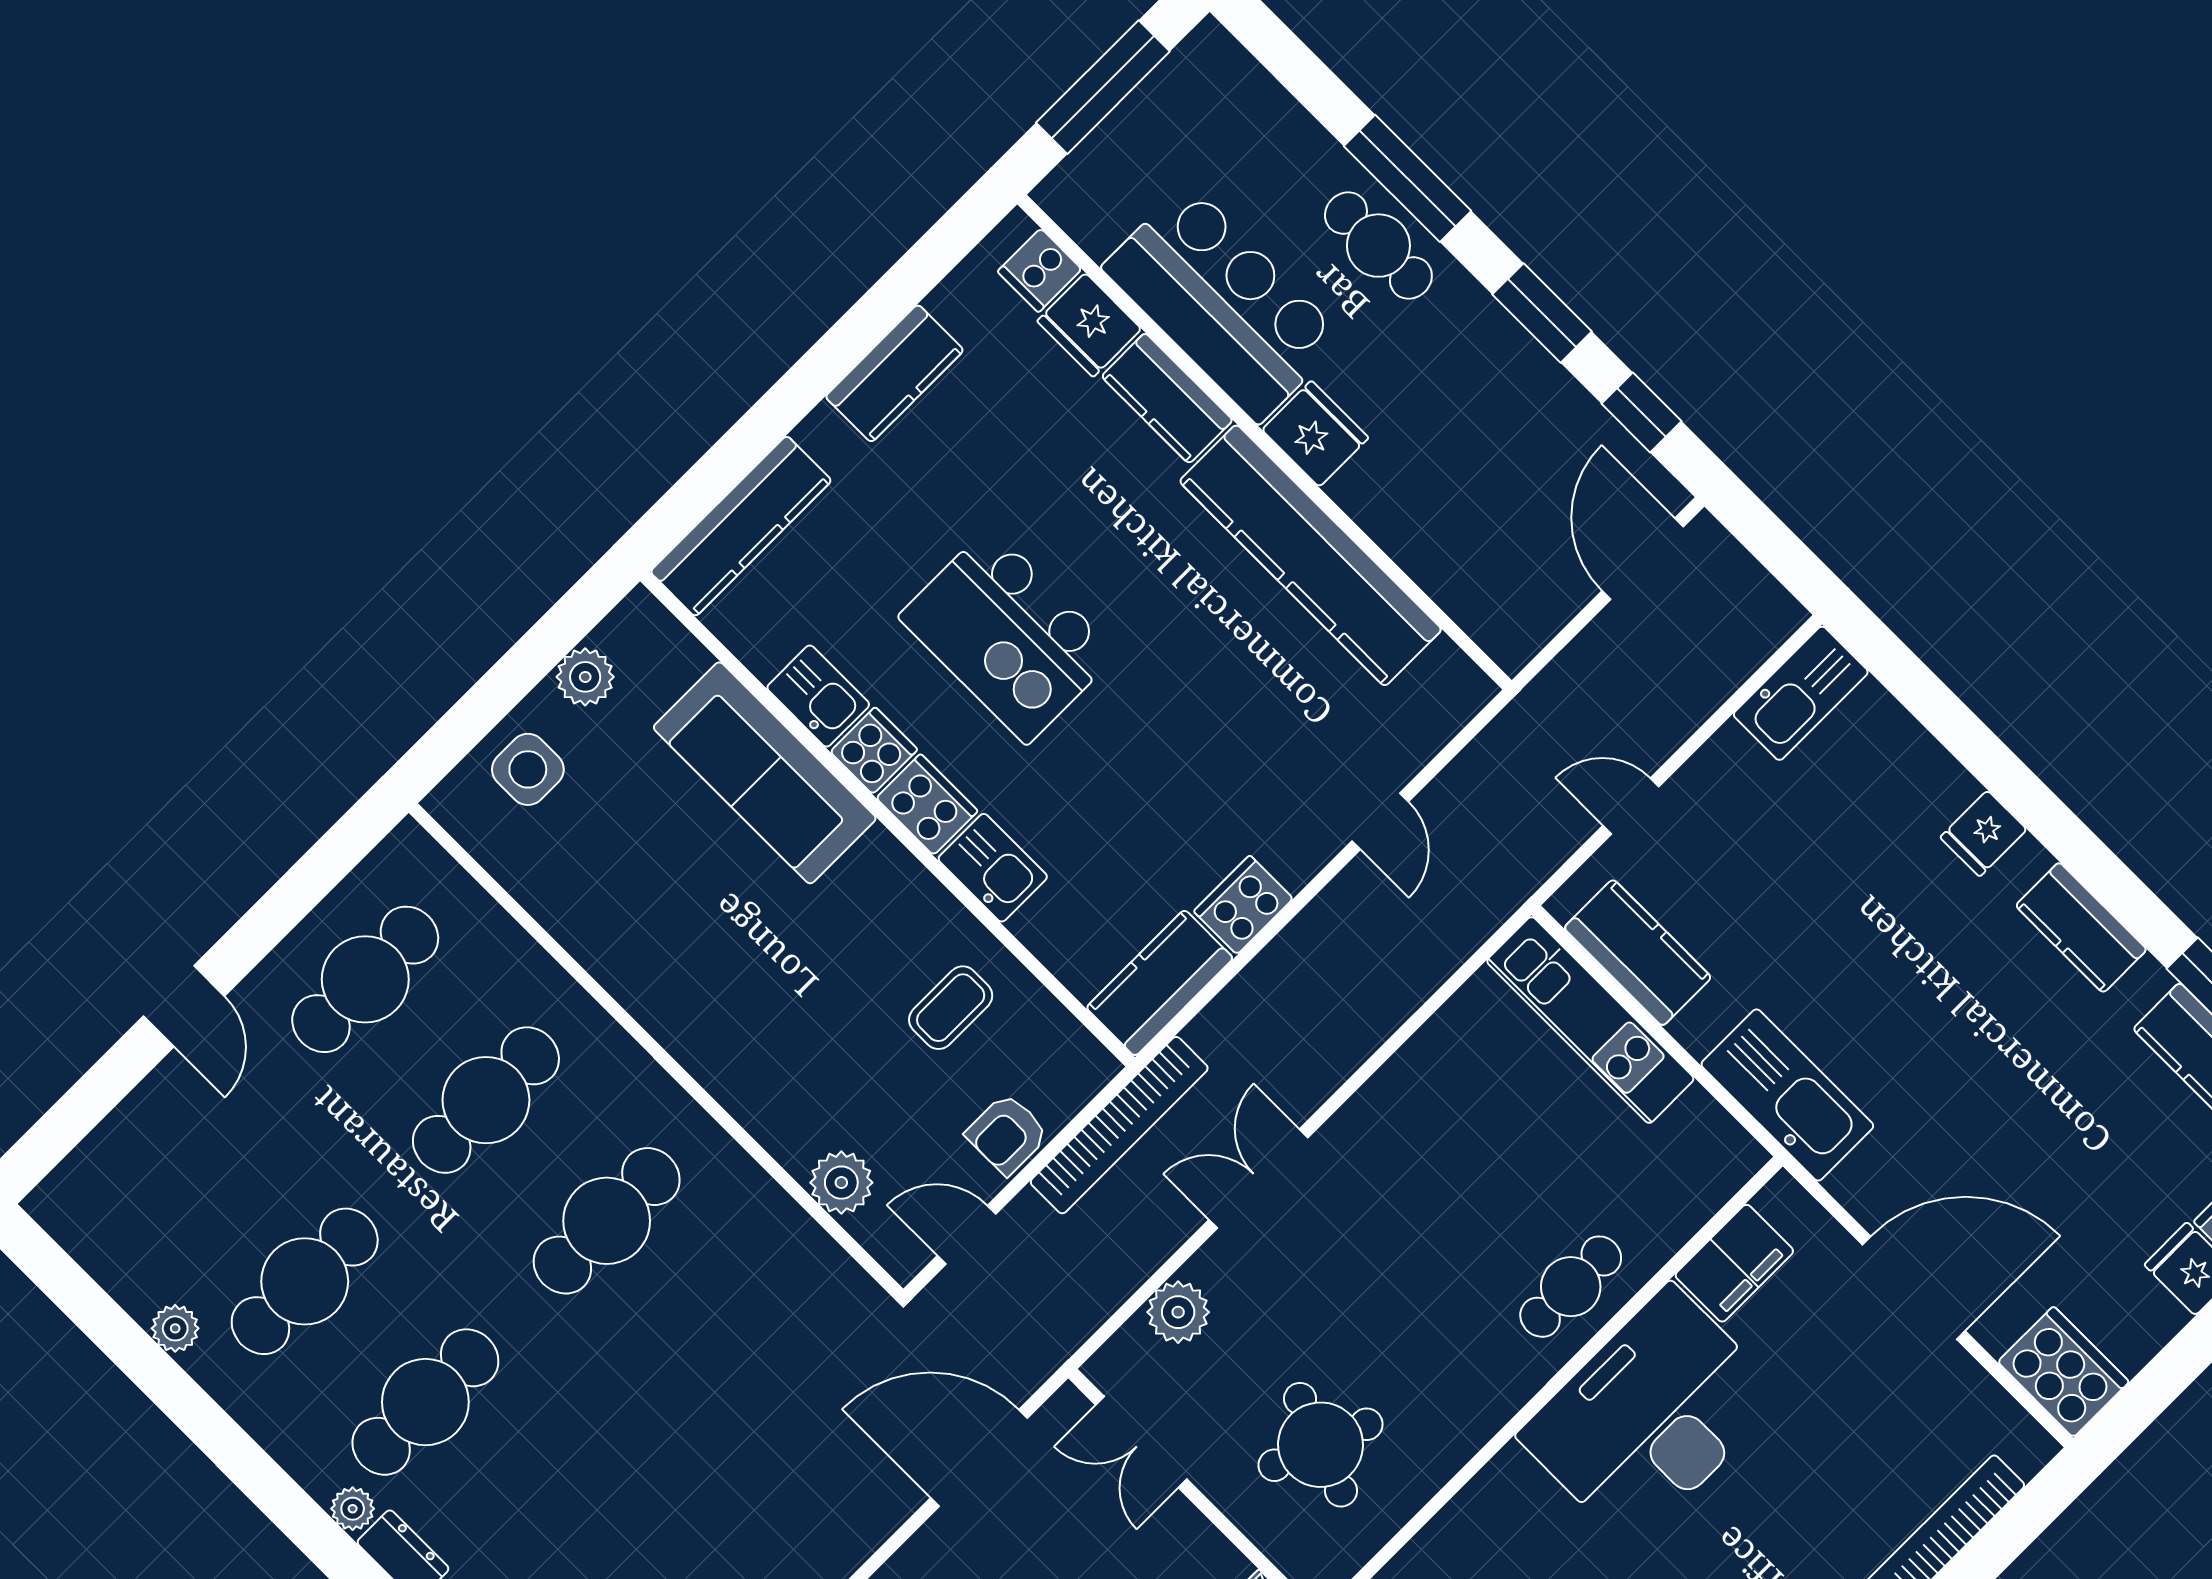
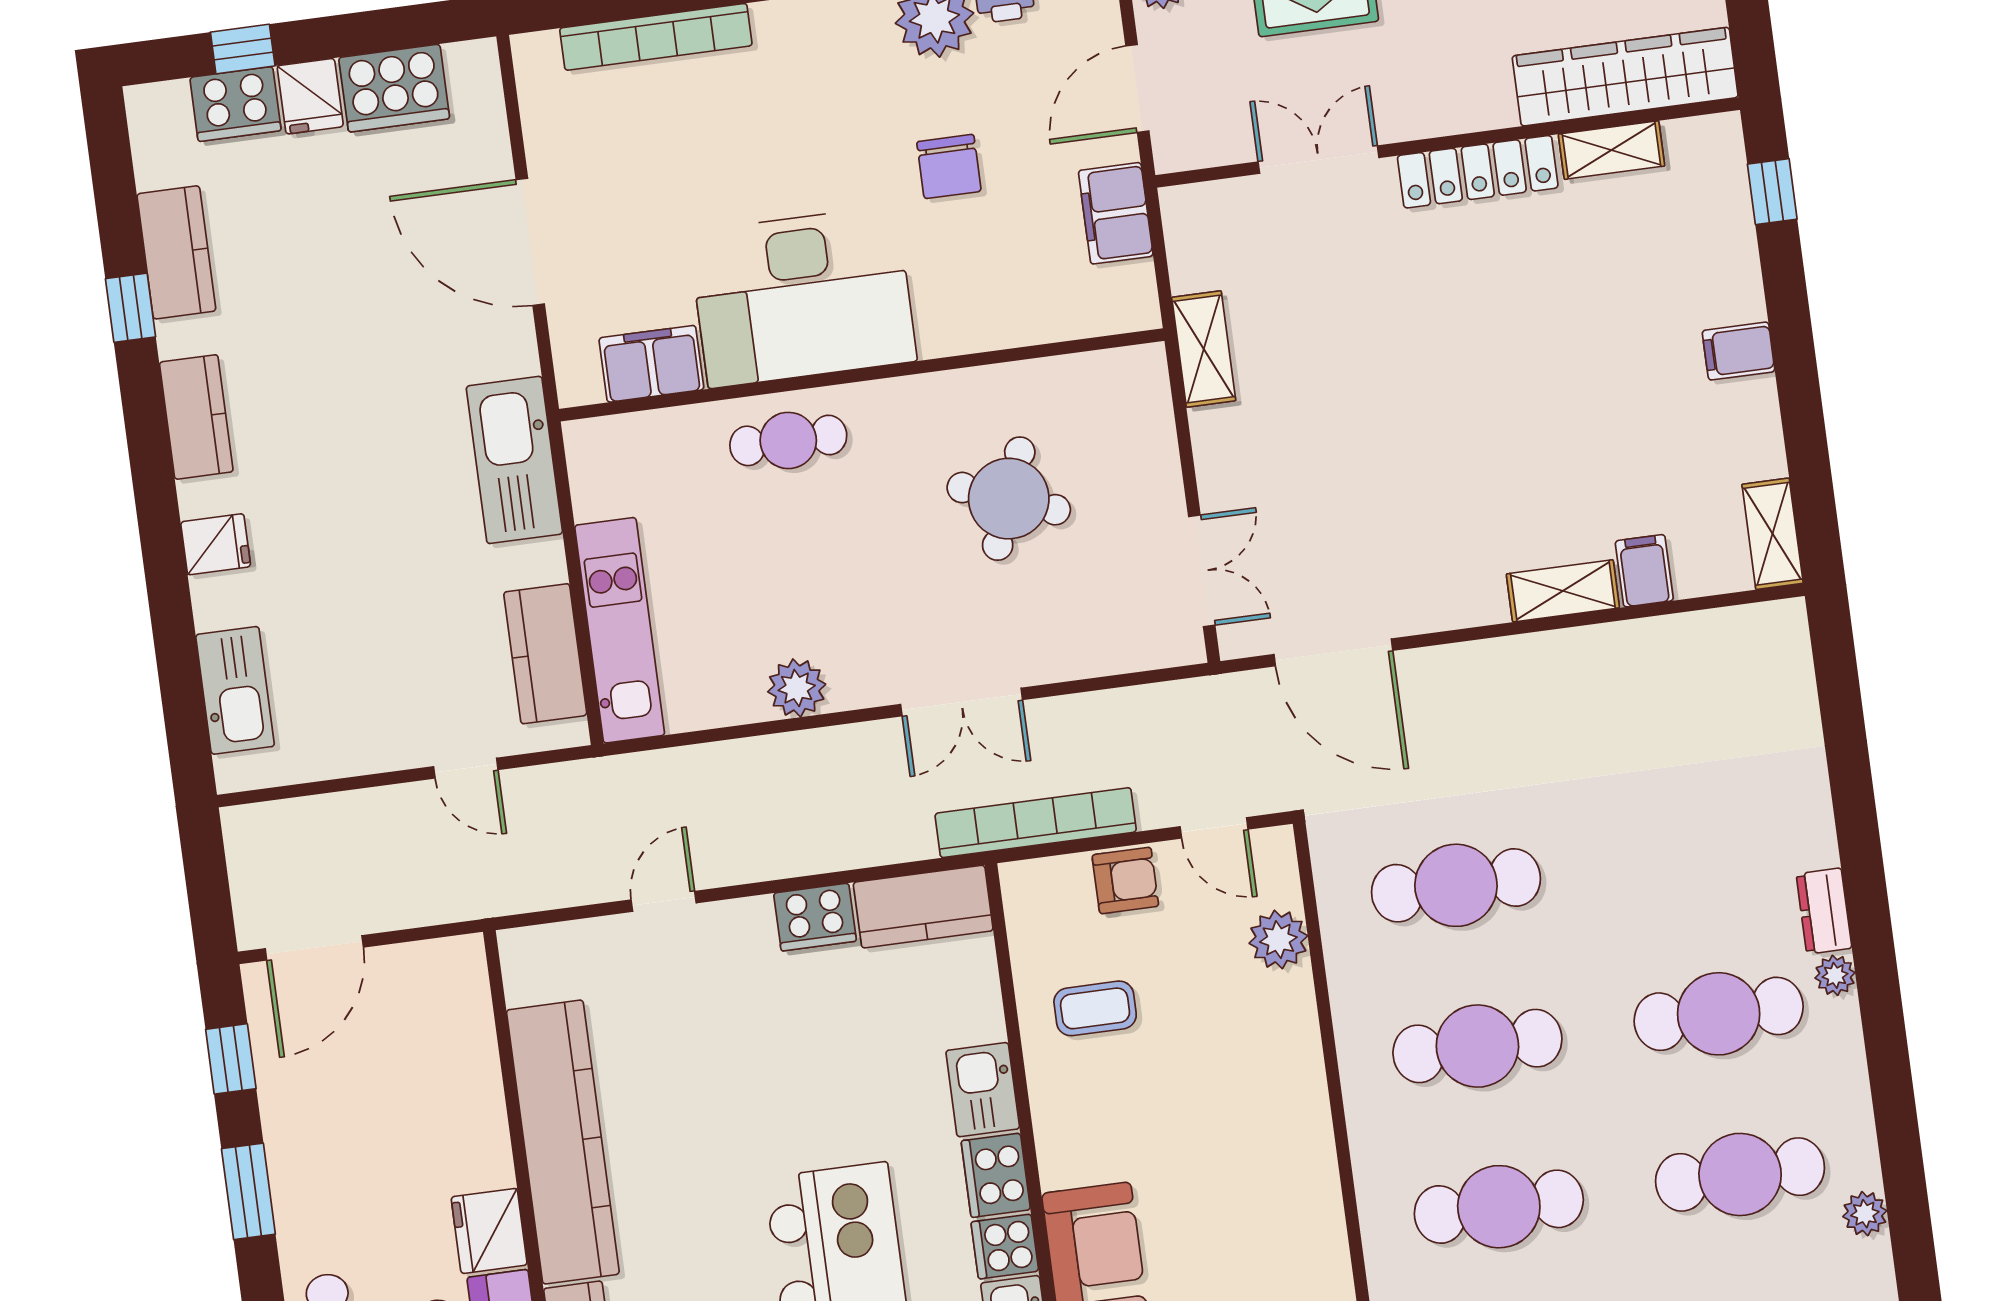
kitchen sink: (1801, 693) -> (235, 690), moved, turned 90
plant: (1178, 1312) -> (797, 688), moved
cafe table: (727, 1342) -> (1456, 885), added
cooker: (2063, 1372) -> (394, 88), moved, turned -90
round table: (1321, 1445) -> (1009, 499), moved

